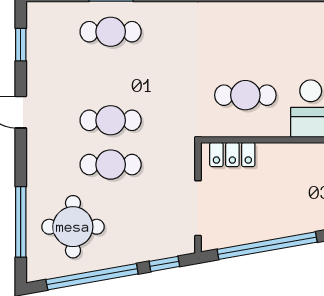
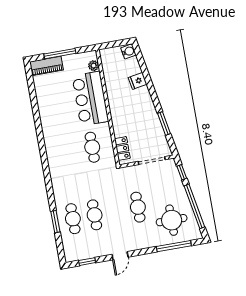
cafe table: (111, 120) -> (95, 215), moved
window: (267, 246) -> (164, 123), width x0.47

